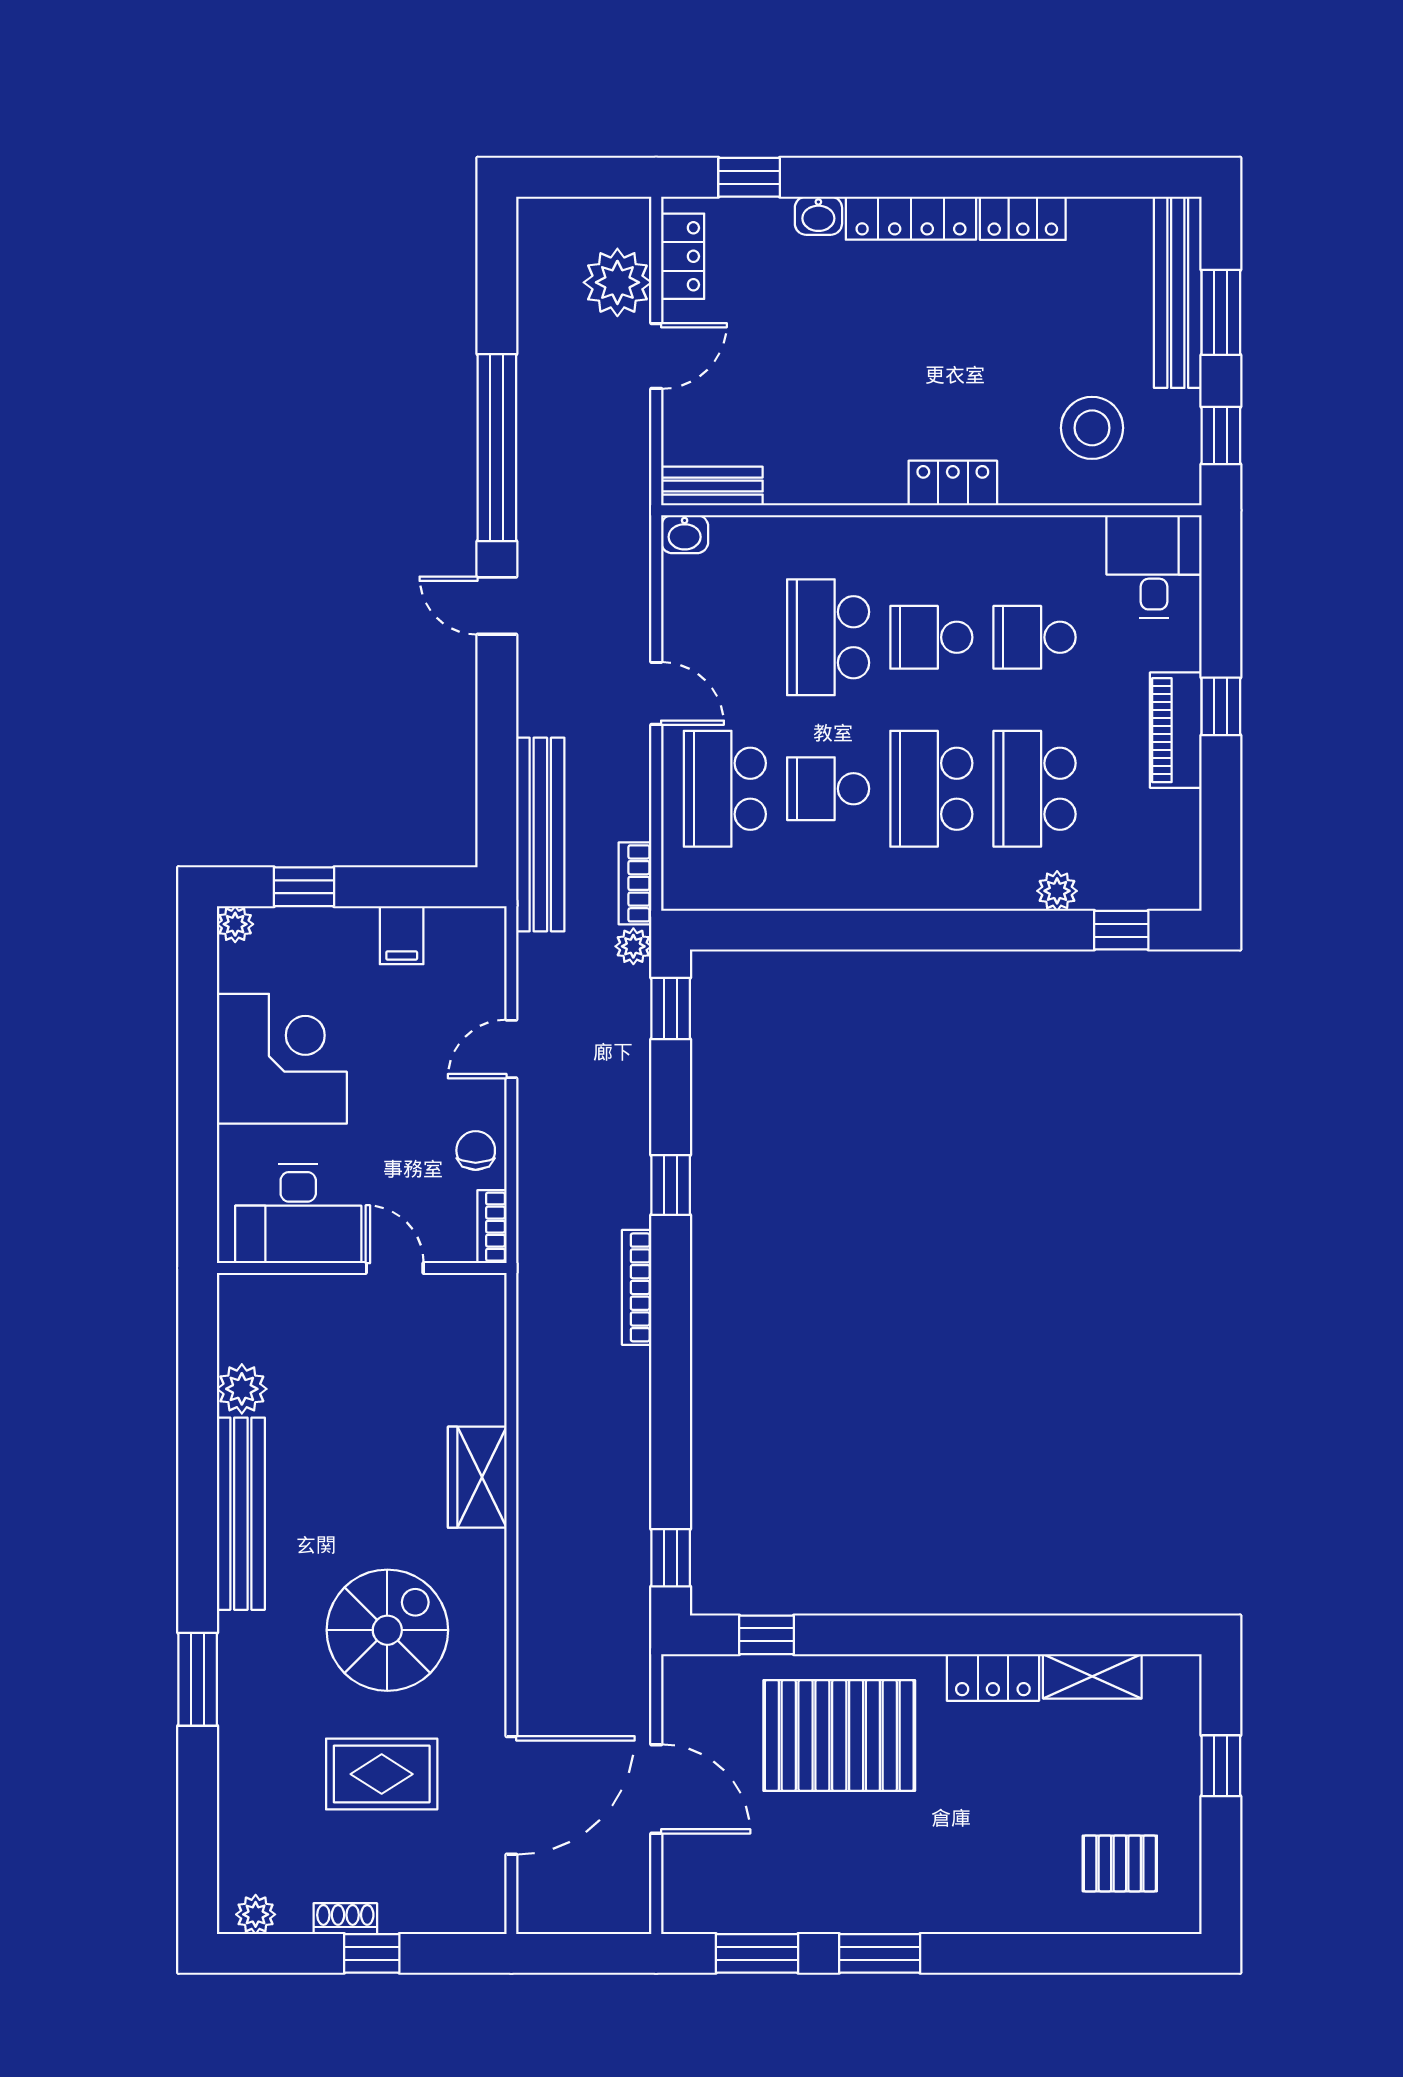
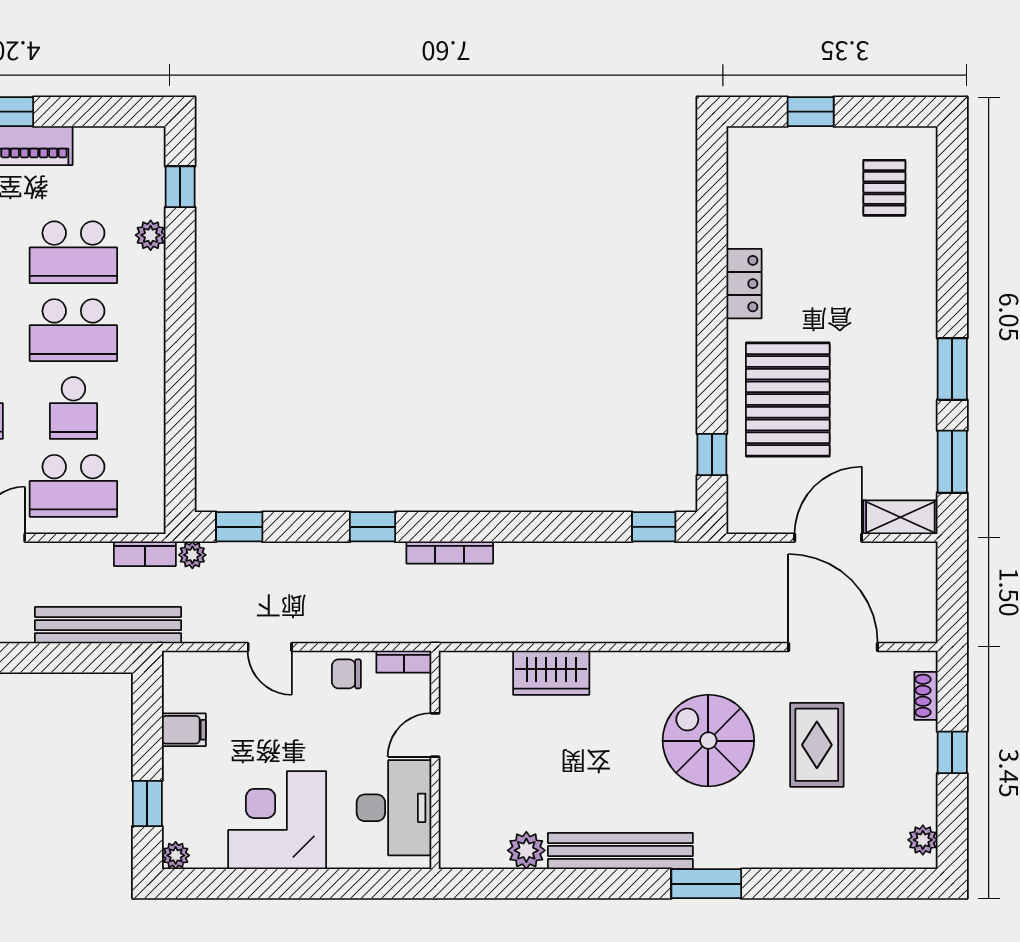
wardrobe: (477, 1477) -> (551, 673), moved
shelving: (1092, 1676) -> (900, 517), moved, turned 90
window: (198, 1679) -> (706, 884), moved
shoe rack: (345, 1919) -> (926, 696), moved

